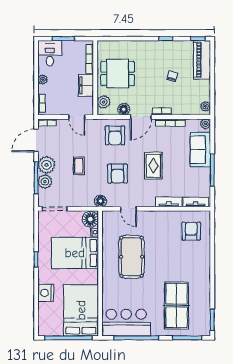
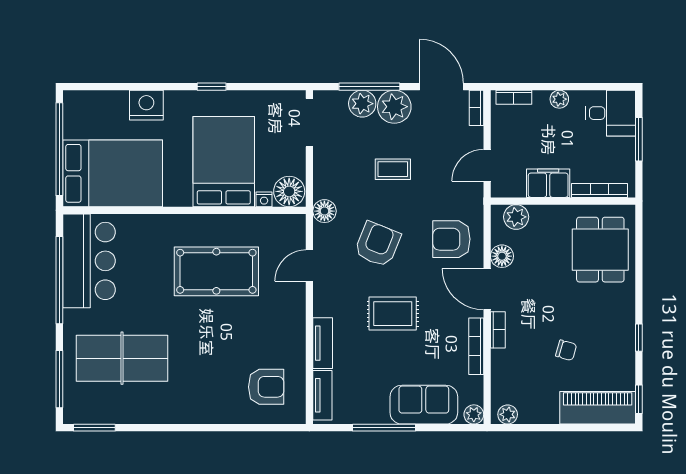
dining table: (118, 73) -> (600, 250), moved
armchair: (118, 174) -> (377, 244), turned 112

